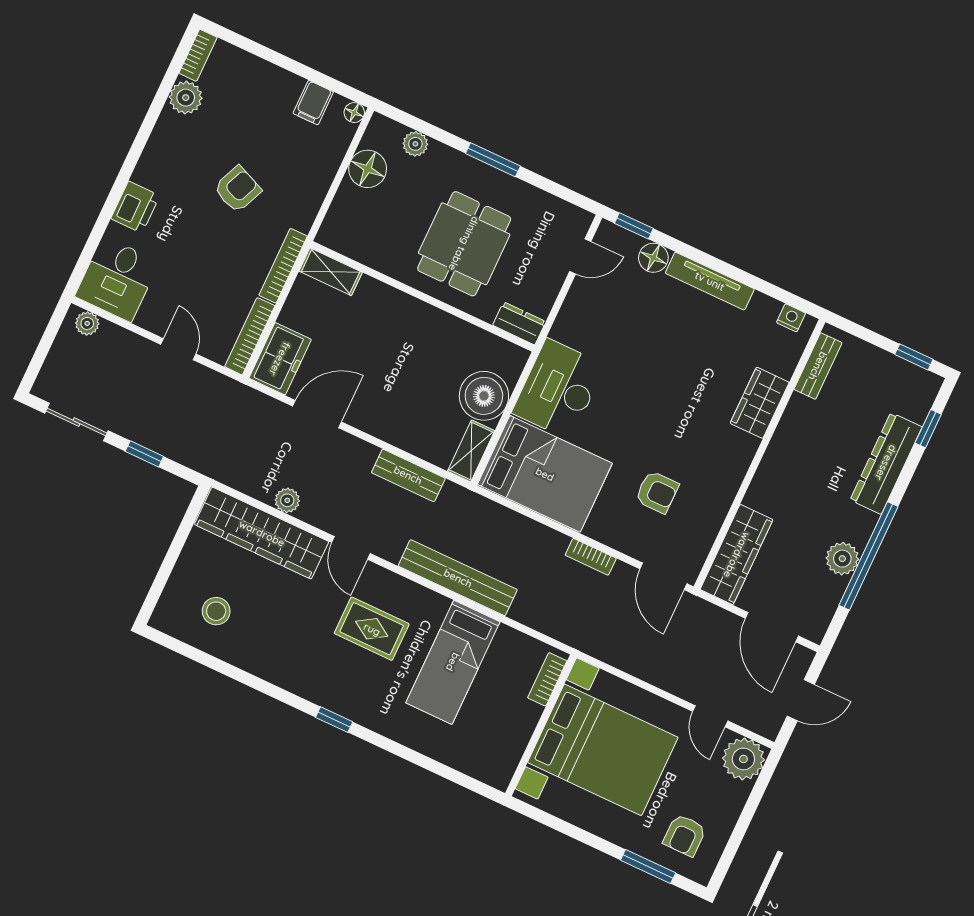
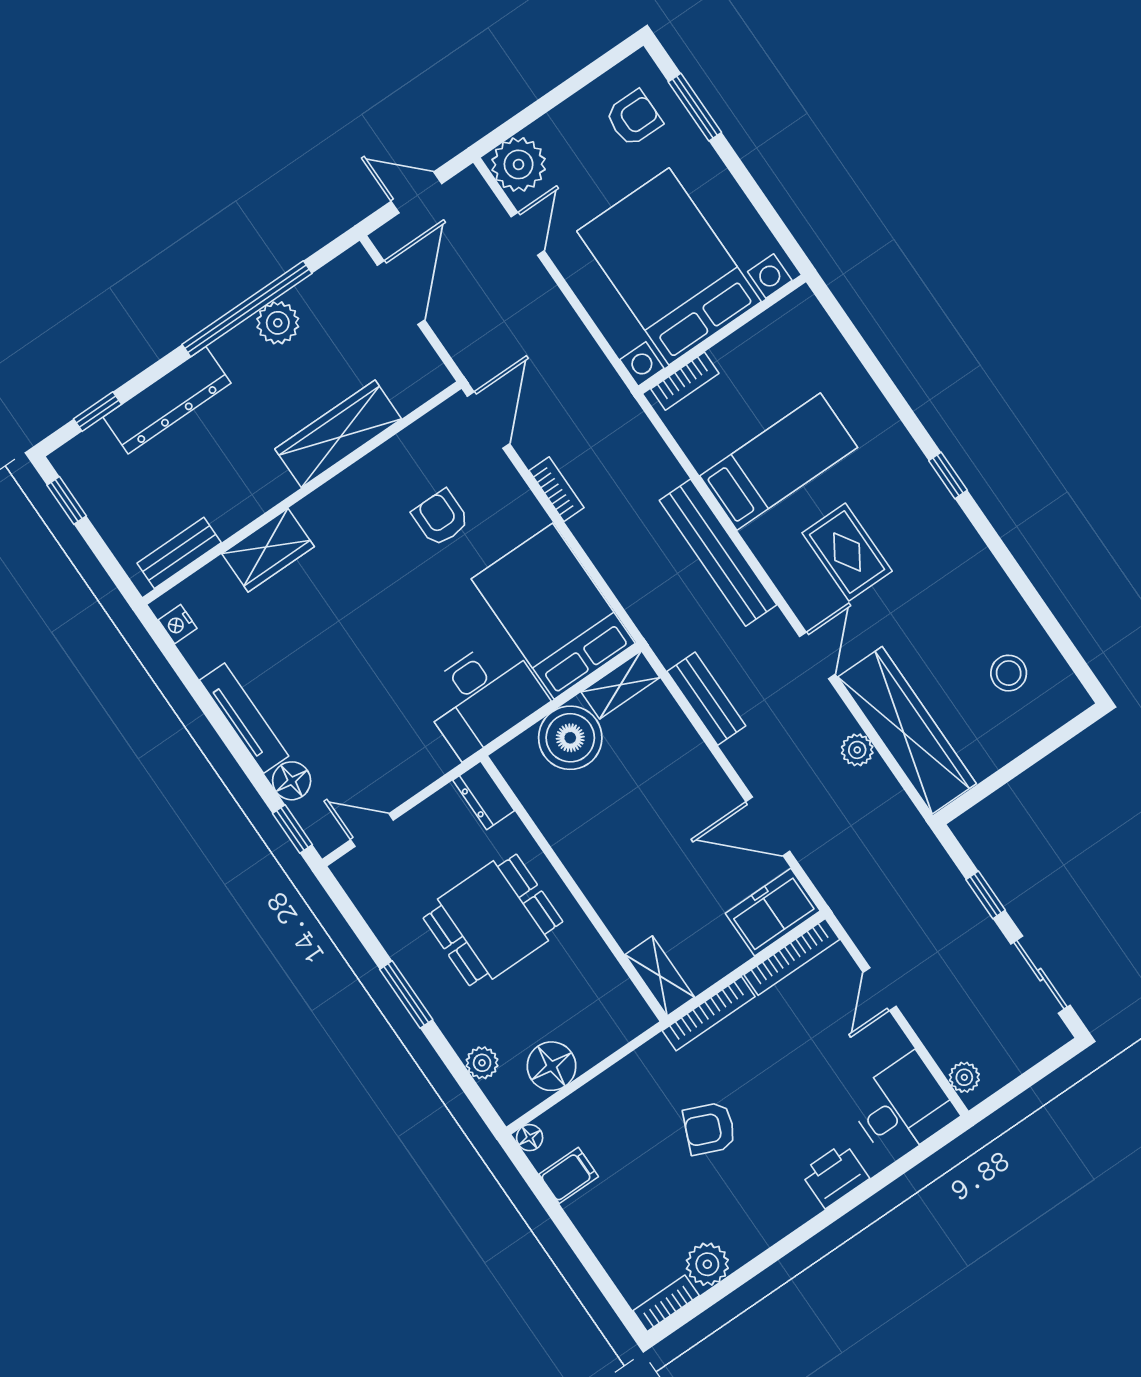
wardrobe: (737, 555) -> (338, 434), moved

